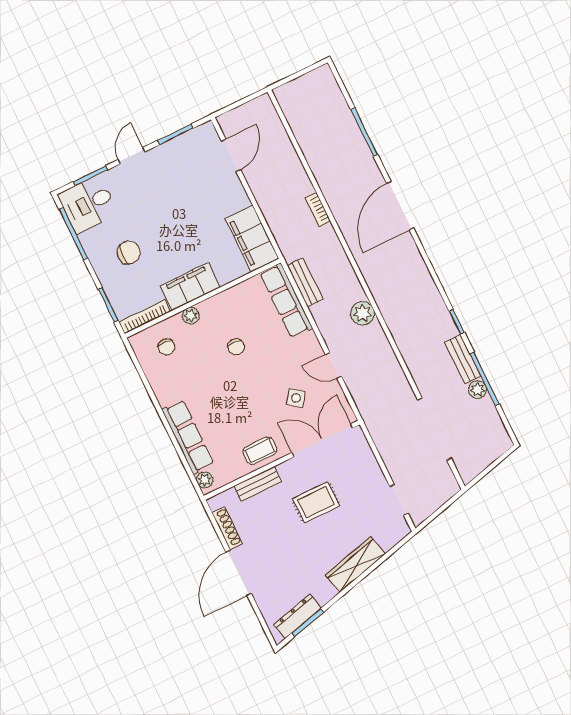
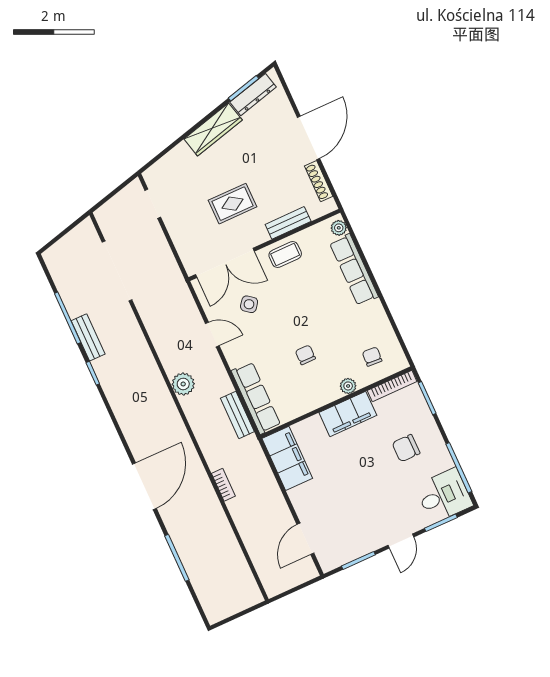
plant: (477, 390) -> (75, 308), removed
wardrobe: (355, 564) -> (213, 130), moved

